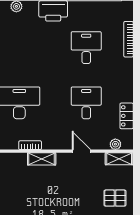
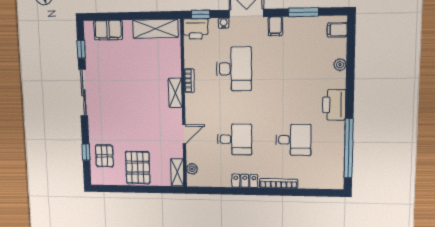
bookcase: (128, 39) -> (279, 183), moved
locker: (127, 116) -> (245, 181), moved
pallet: (115, 198) -> (138, 168), width x1.50, depth x1.42

